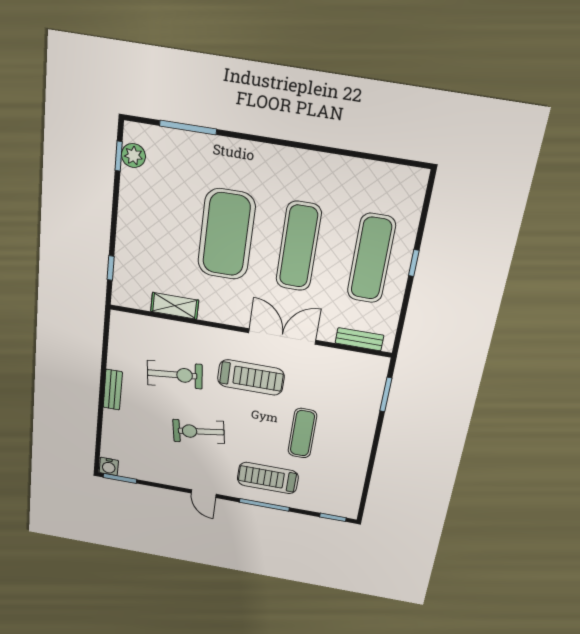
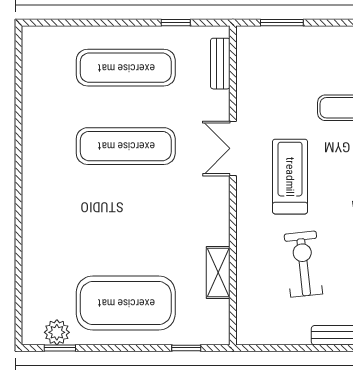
window: (188, 127) -> (19, 278), removed
exercise mat: (226, 234) -> (126, 303), moved
window: (414, 263) -> (176, 23), moved
double door: (282, 337) -> (233, 148), width x0.73

